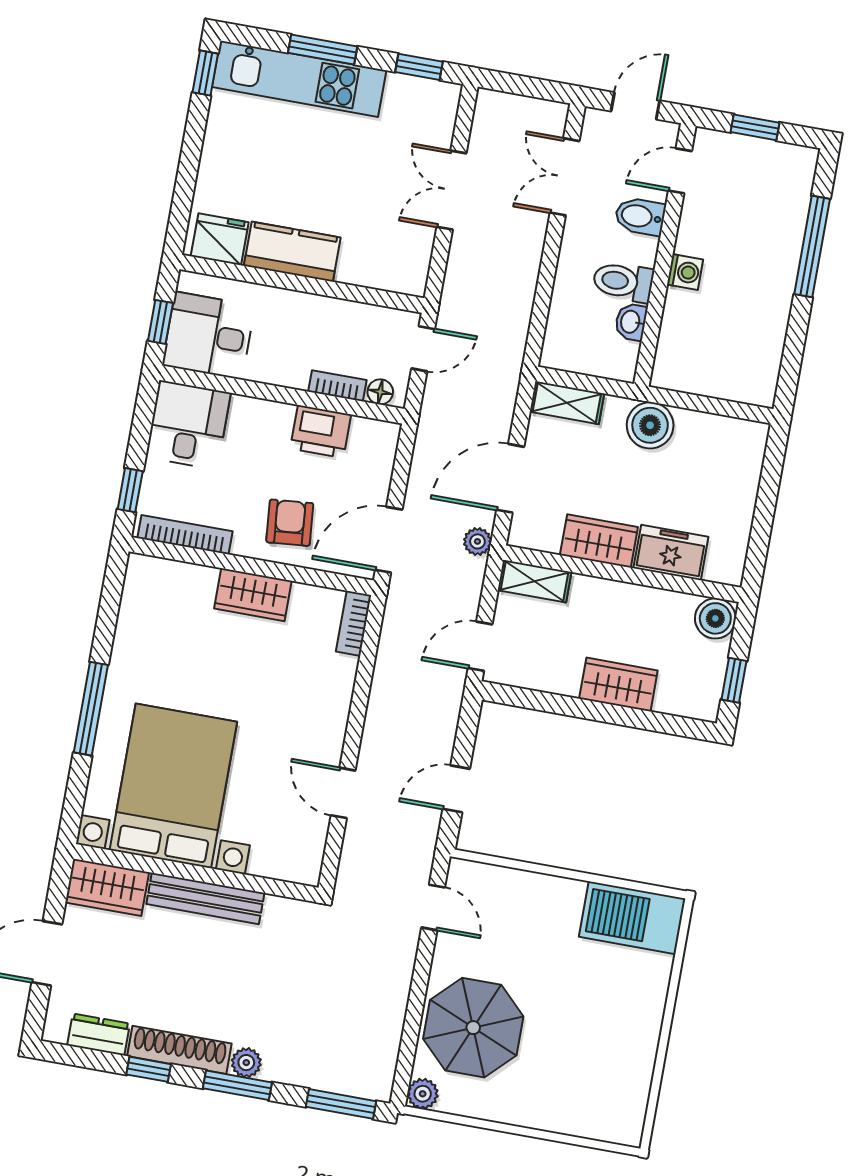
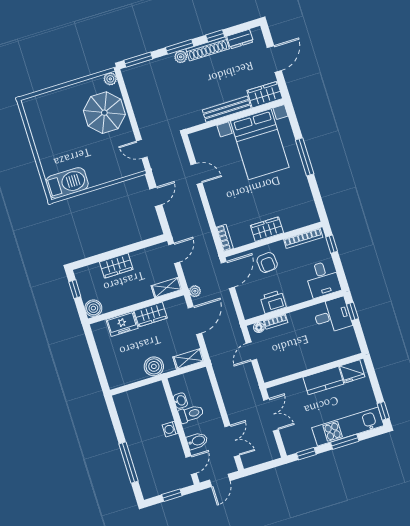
fridge: (220, 239) -> (352, 371), moved
kitchen counter: (292, 252) -> (323, 381), moved
wall: (302, 284) -> (314, 371), moved

